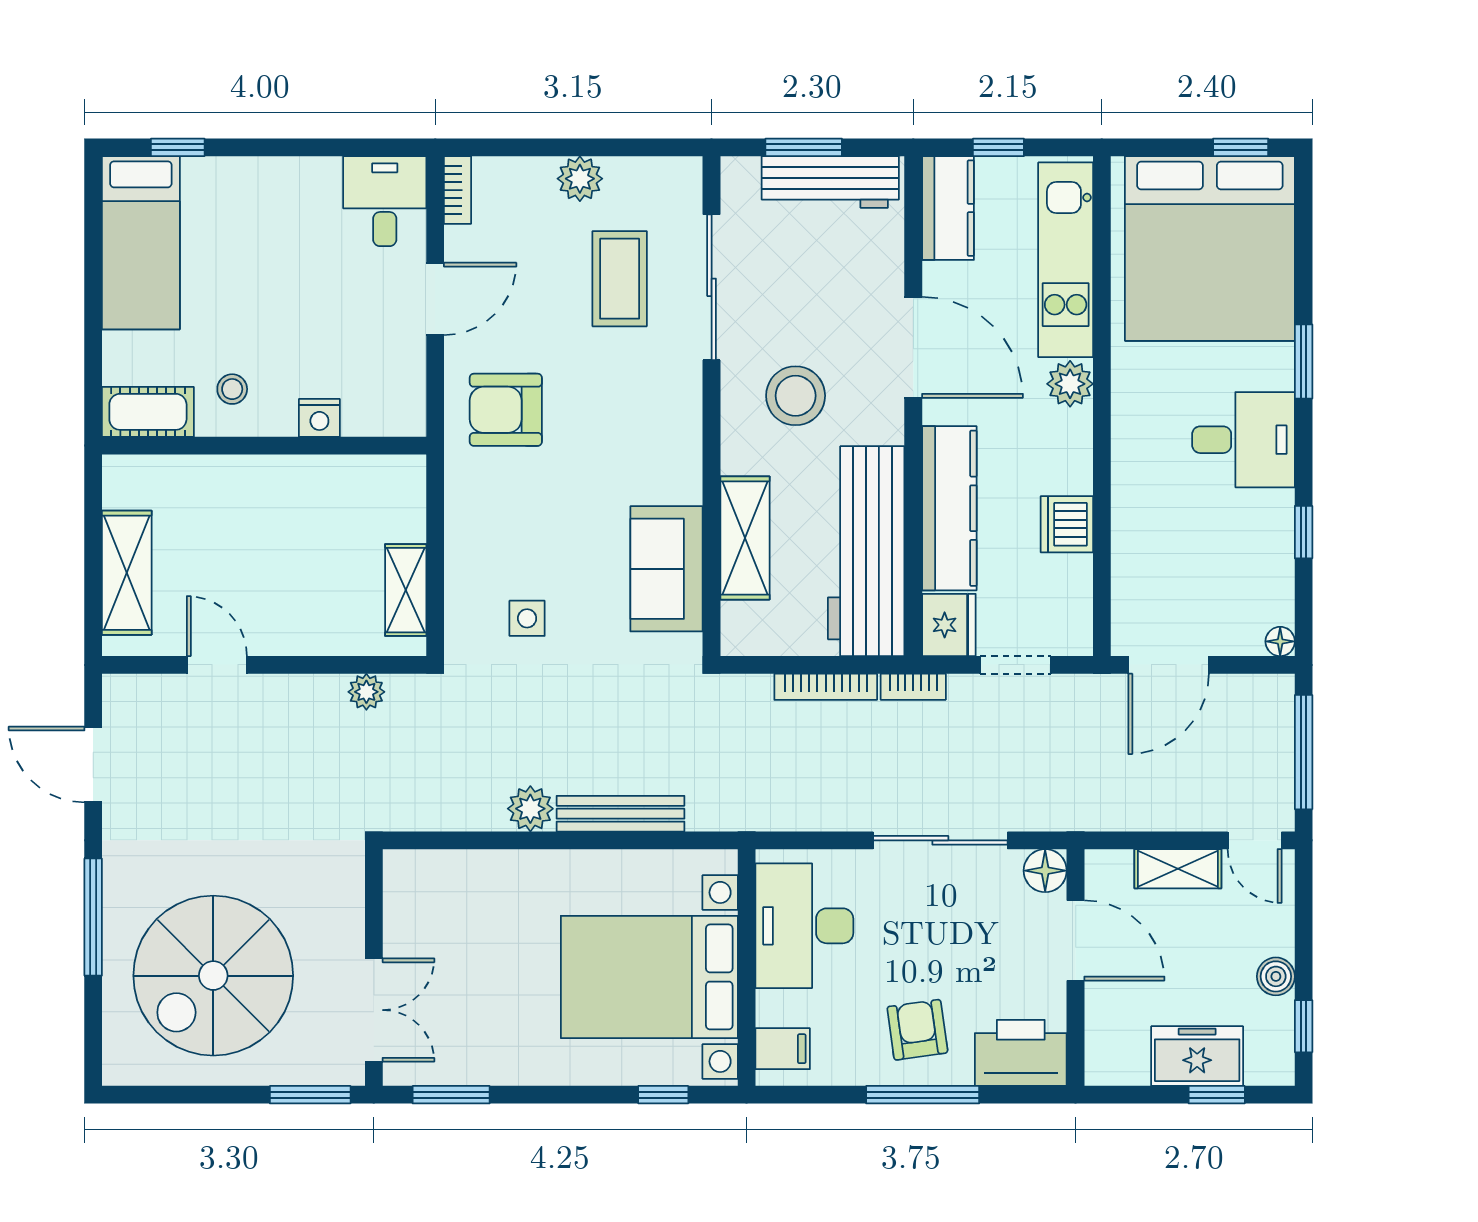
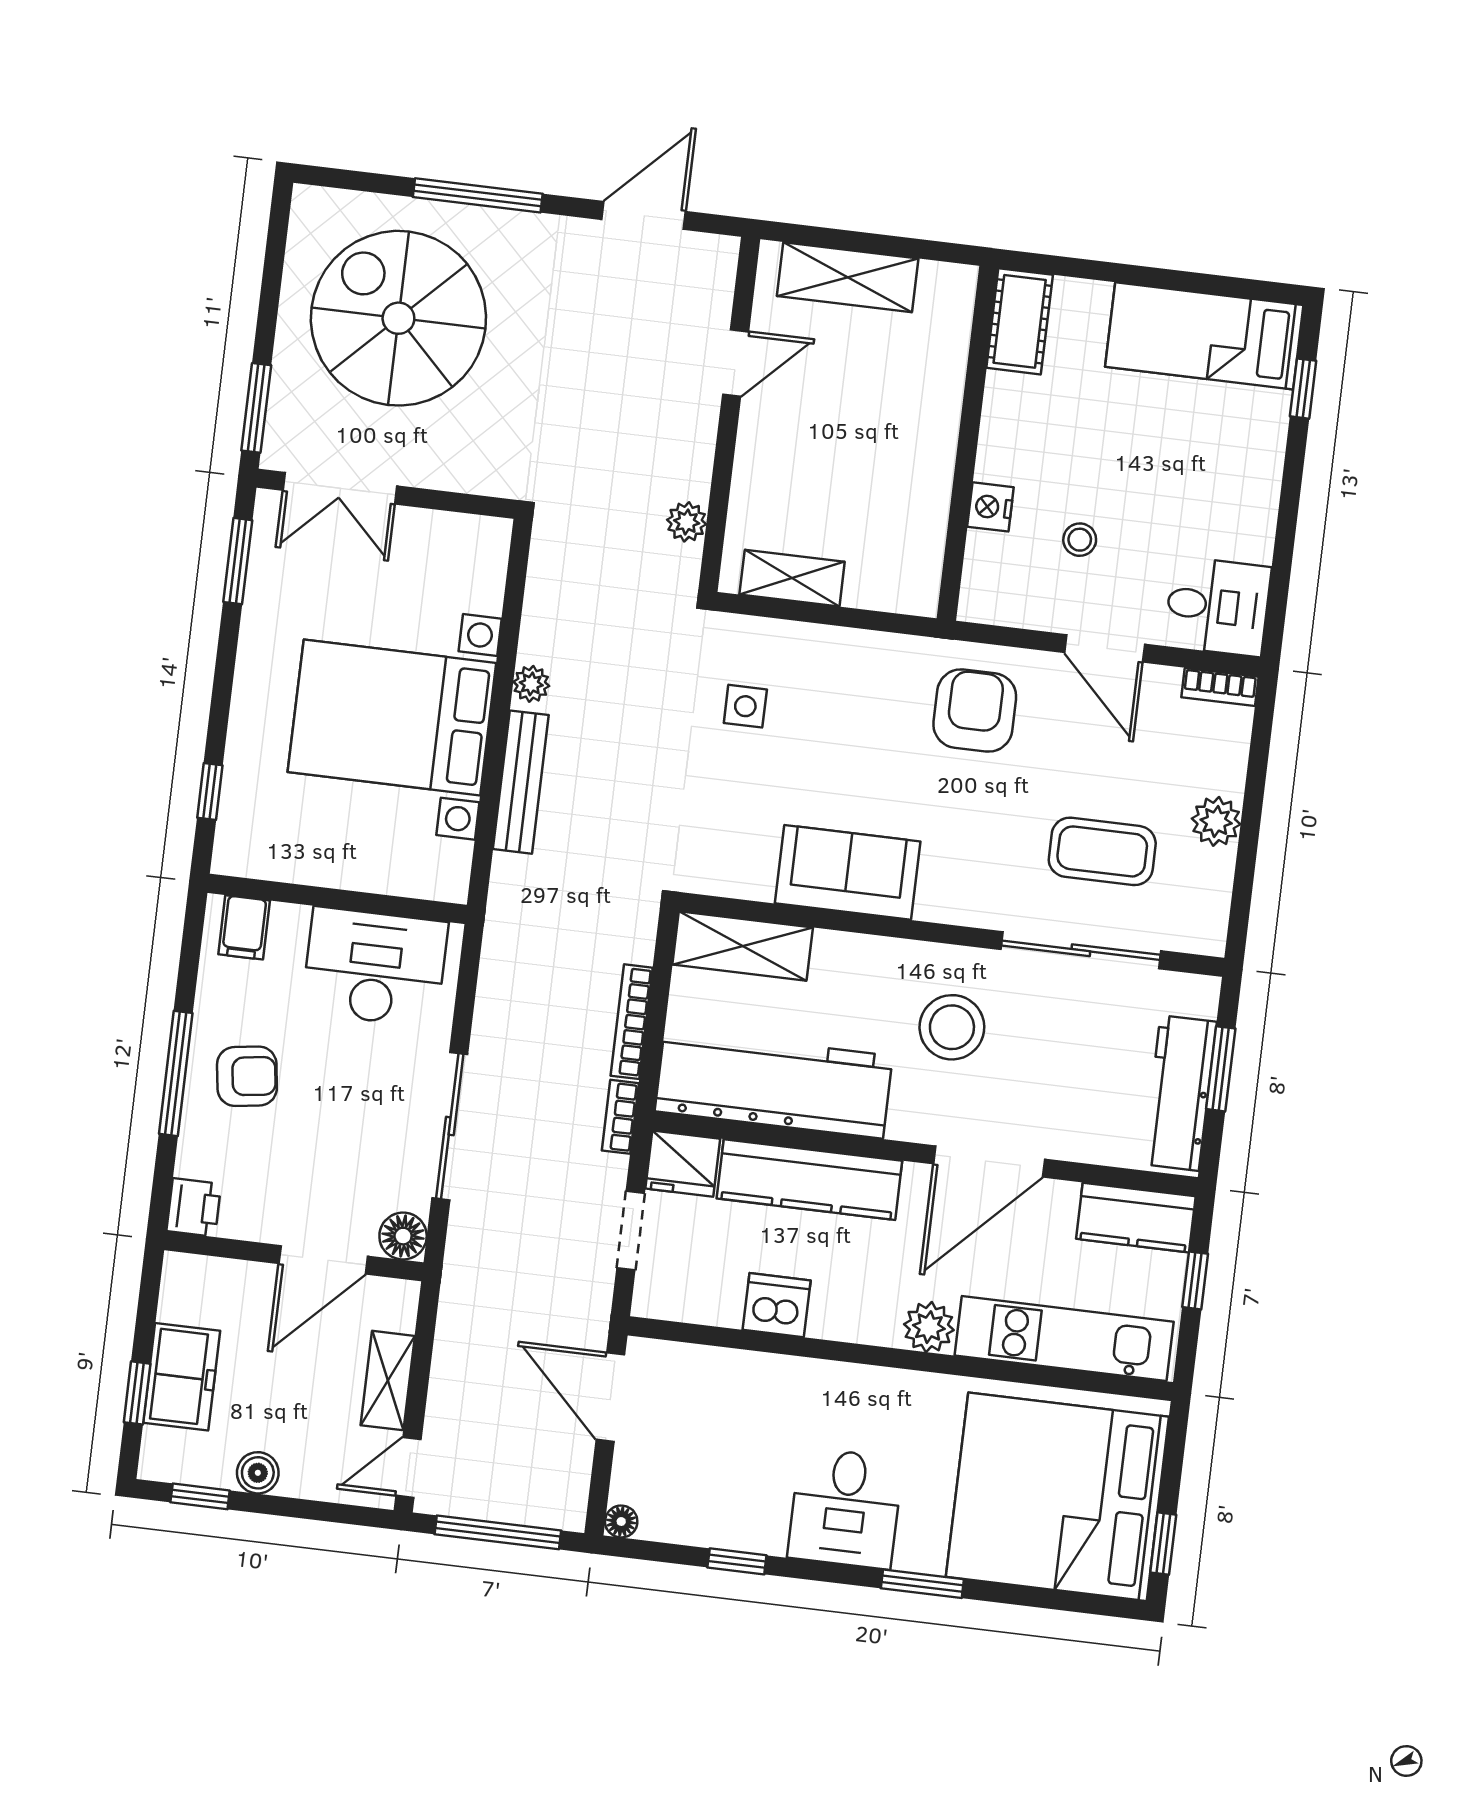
stool: (232, 389) -> (1080, 540), moved
shelving: (745, 538) -> (743, 946), moved
sofa: (667, 569) -> (848, 872), moved
plant: (530, 809) -> (531, 684), width x0.73, depth x0.73
bed with nightstands: (649, 977) -> (392, 718), moved, turned -90
printer: (1021, 1053) -> (194, 1207), width x0.53, depth x0.68

